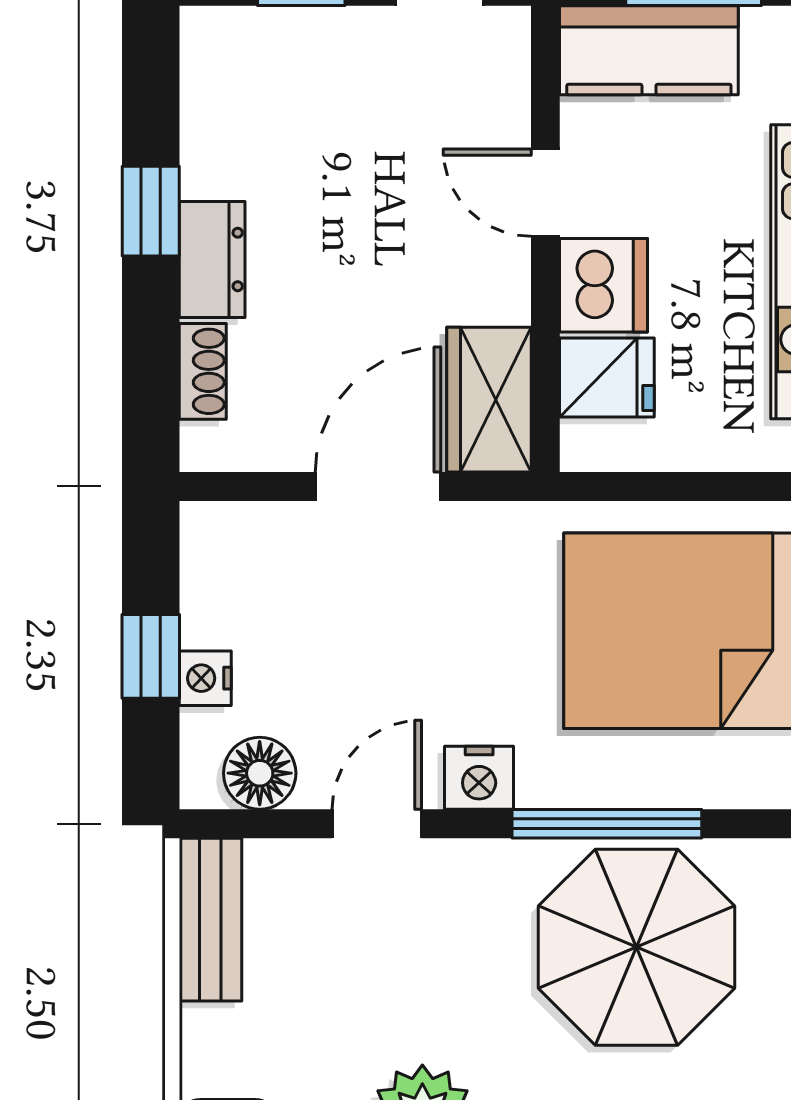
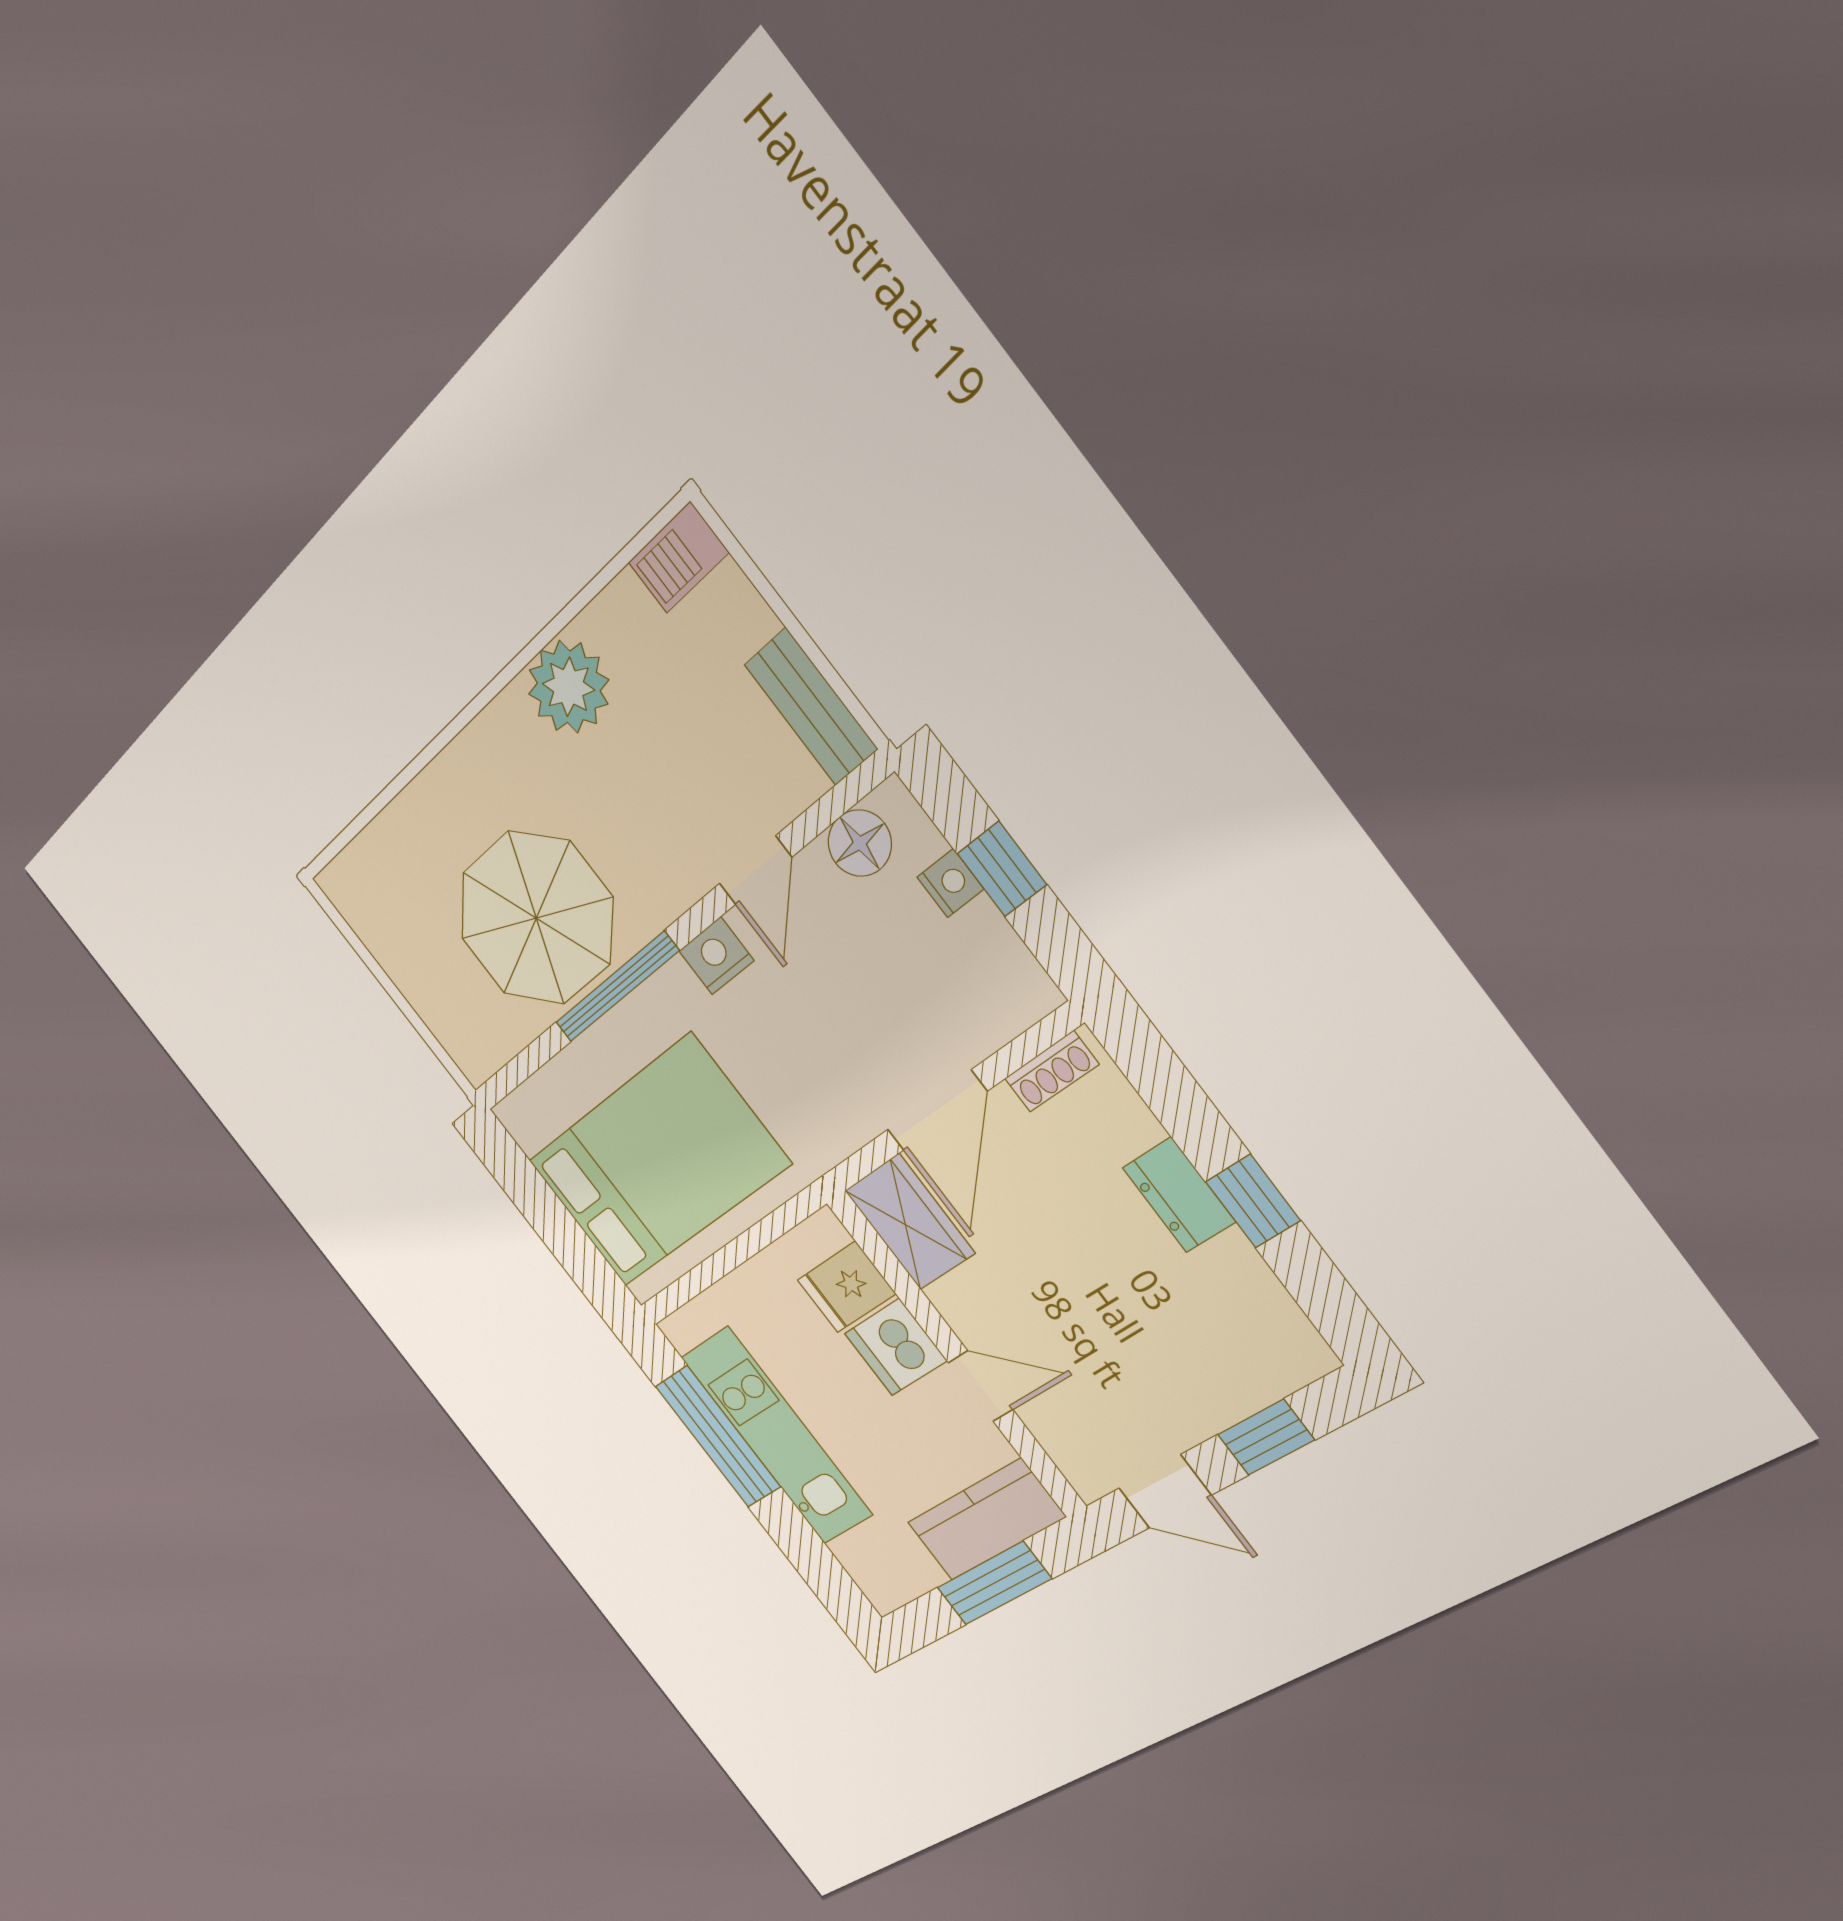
shoe rack: (203, 371) -> (1052, 1071), moved, turned -90

